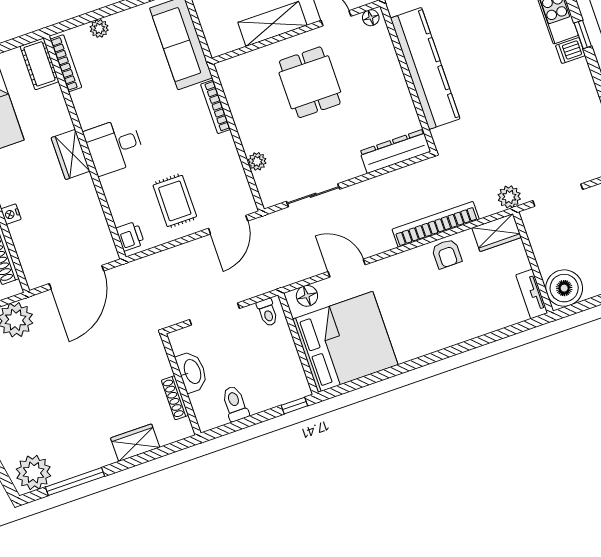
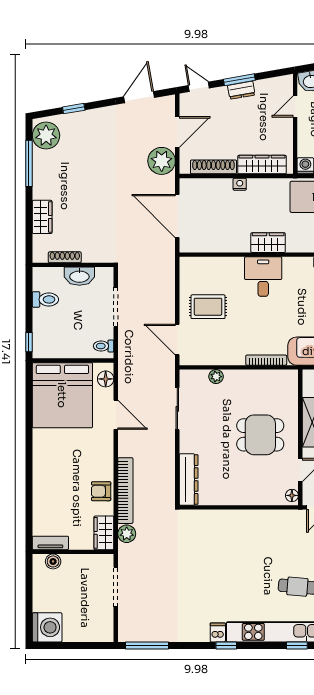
kitchen counter: (425, 68) -> (241, 522), removed
plant: (509, 197) -> (127, 534), moved
printer: (130, 236) -> (194, 265), removed
door: (347, 268) -> (116, 415), hinge flipped
boiler: (564, 288) -> (53, 561), width x0.54, depth x0.54

